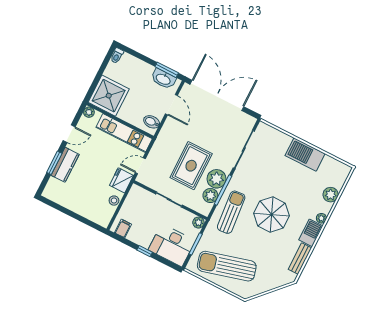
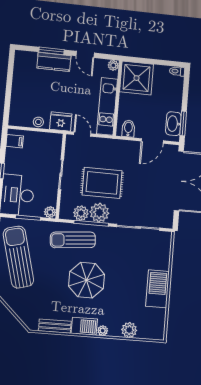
sun lounger: (231, 212) -> (73, 240), turned 180

